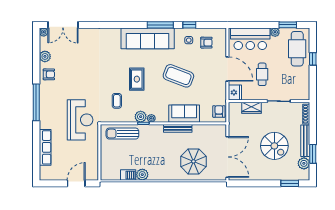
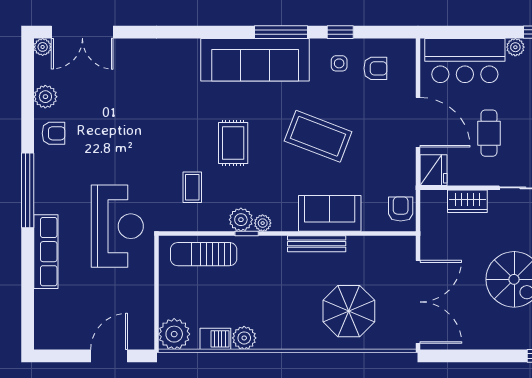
row of seats: (45, 147) -> (46, 252), moved
plant: (108, 173) -> (174, 334), added

